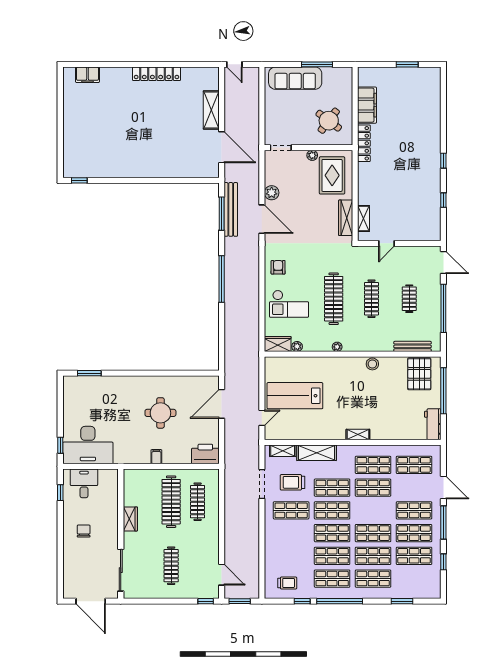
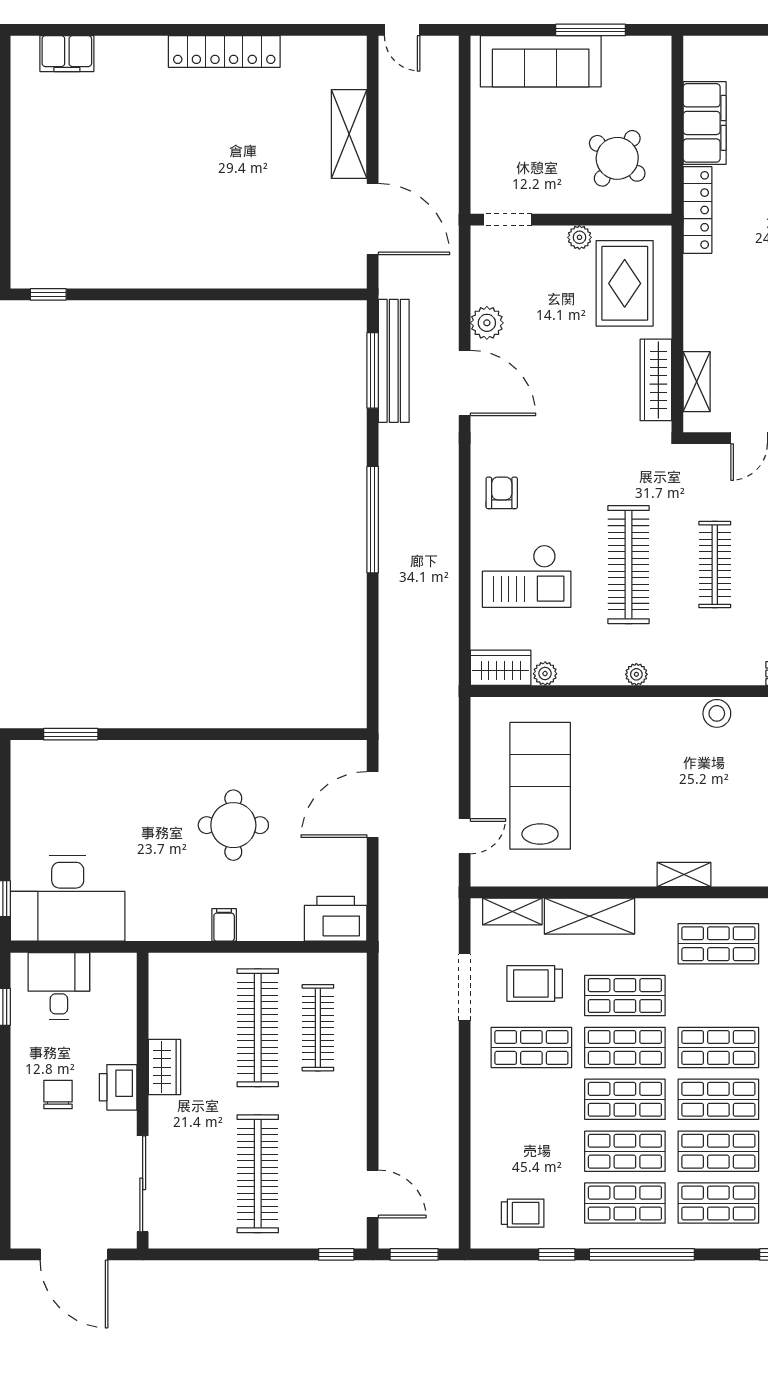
lab bench: (295, 396) -> (540, 786), turned 90
shop shelf: (373, 488) -> (718, 1047), moved
printer: (110, 528) -> (118, 1087), added
clothes rail: (171, 566) -> (258, 1174), width x1.37, depth x1.31

